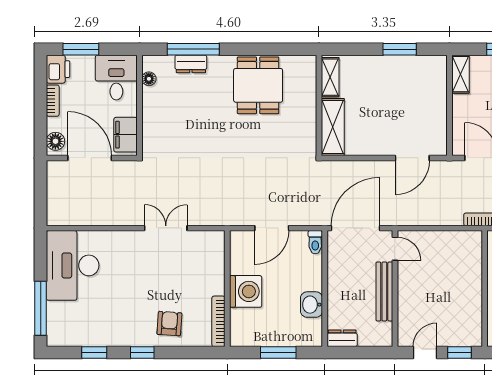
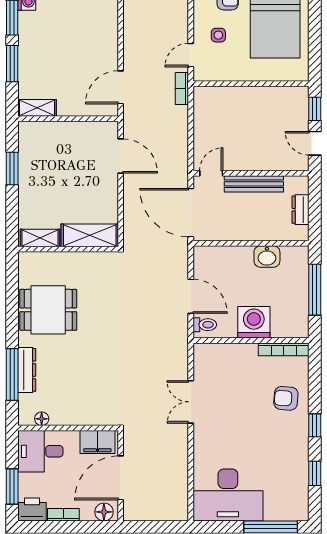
dresser: (191, 64) -> (27, 370), width x1.44
toilet: (315, 242) -> (205, 325), moved
dresser: (342, 338) -> (301, 210), moved
window: (278, 353) -> (315, 290), width x1.44

